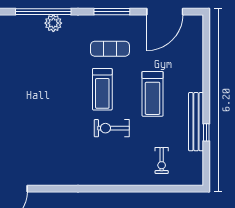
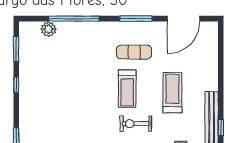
plant: (53, 23) -> (49, 29), moved
treadmill: (153, 94) -> (172, 93), turned 180

